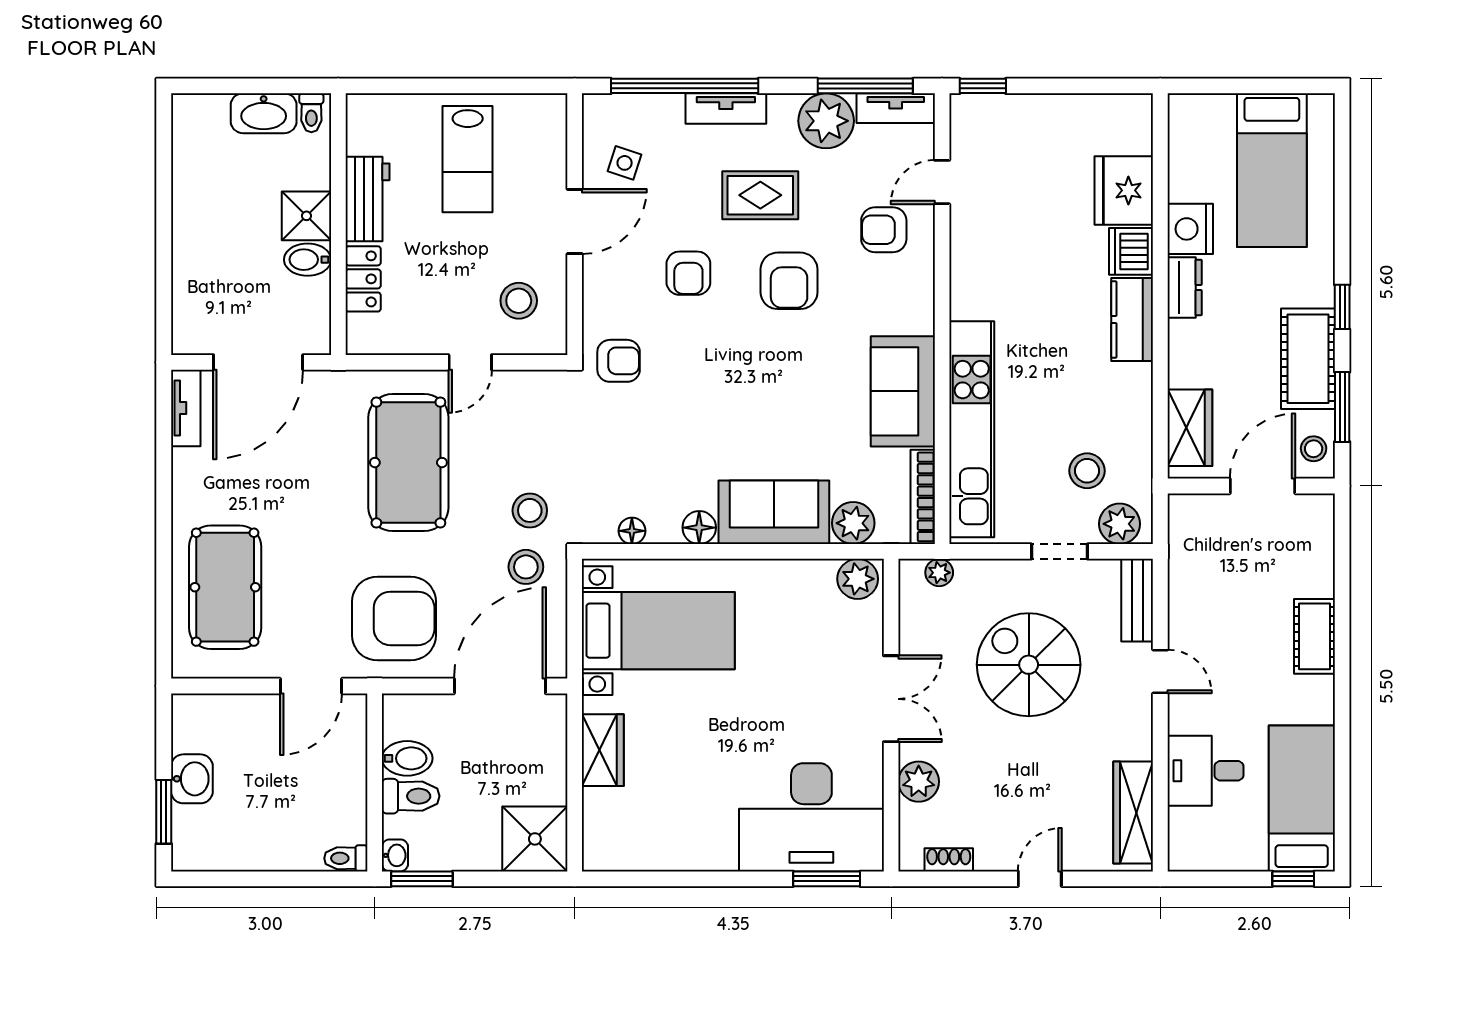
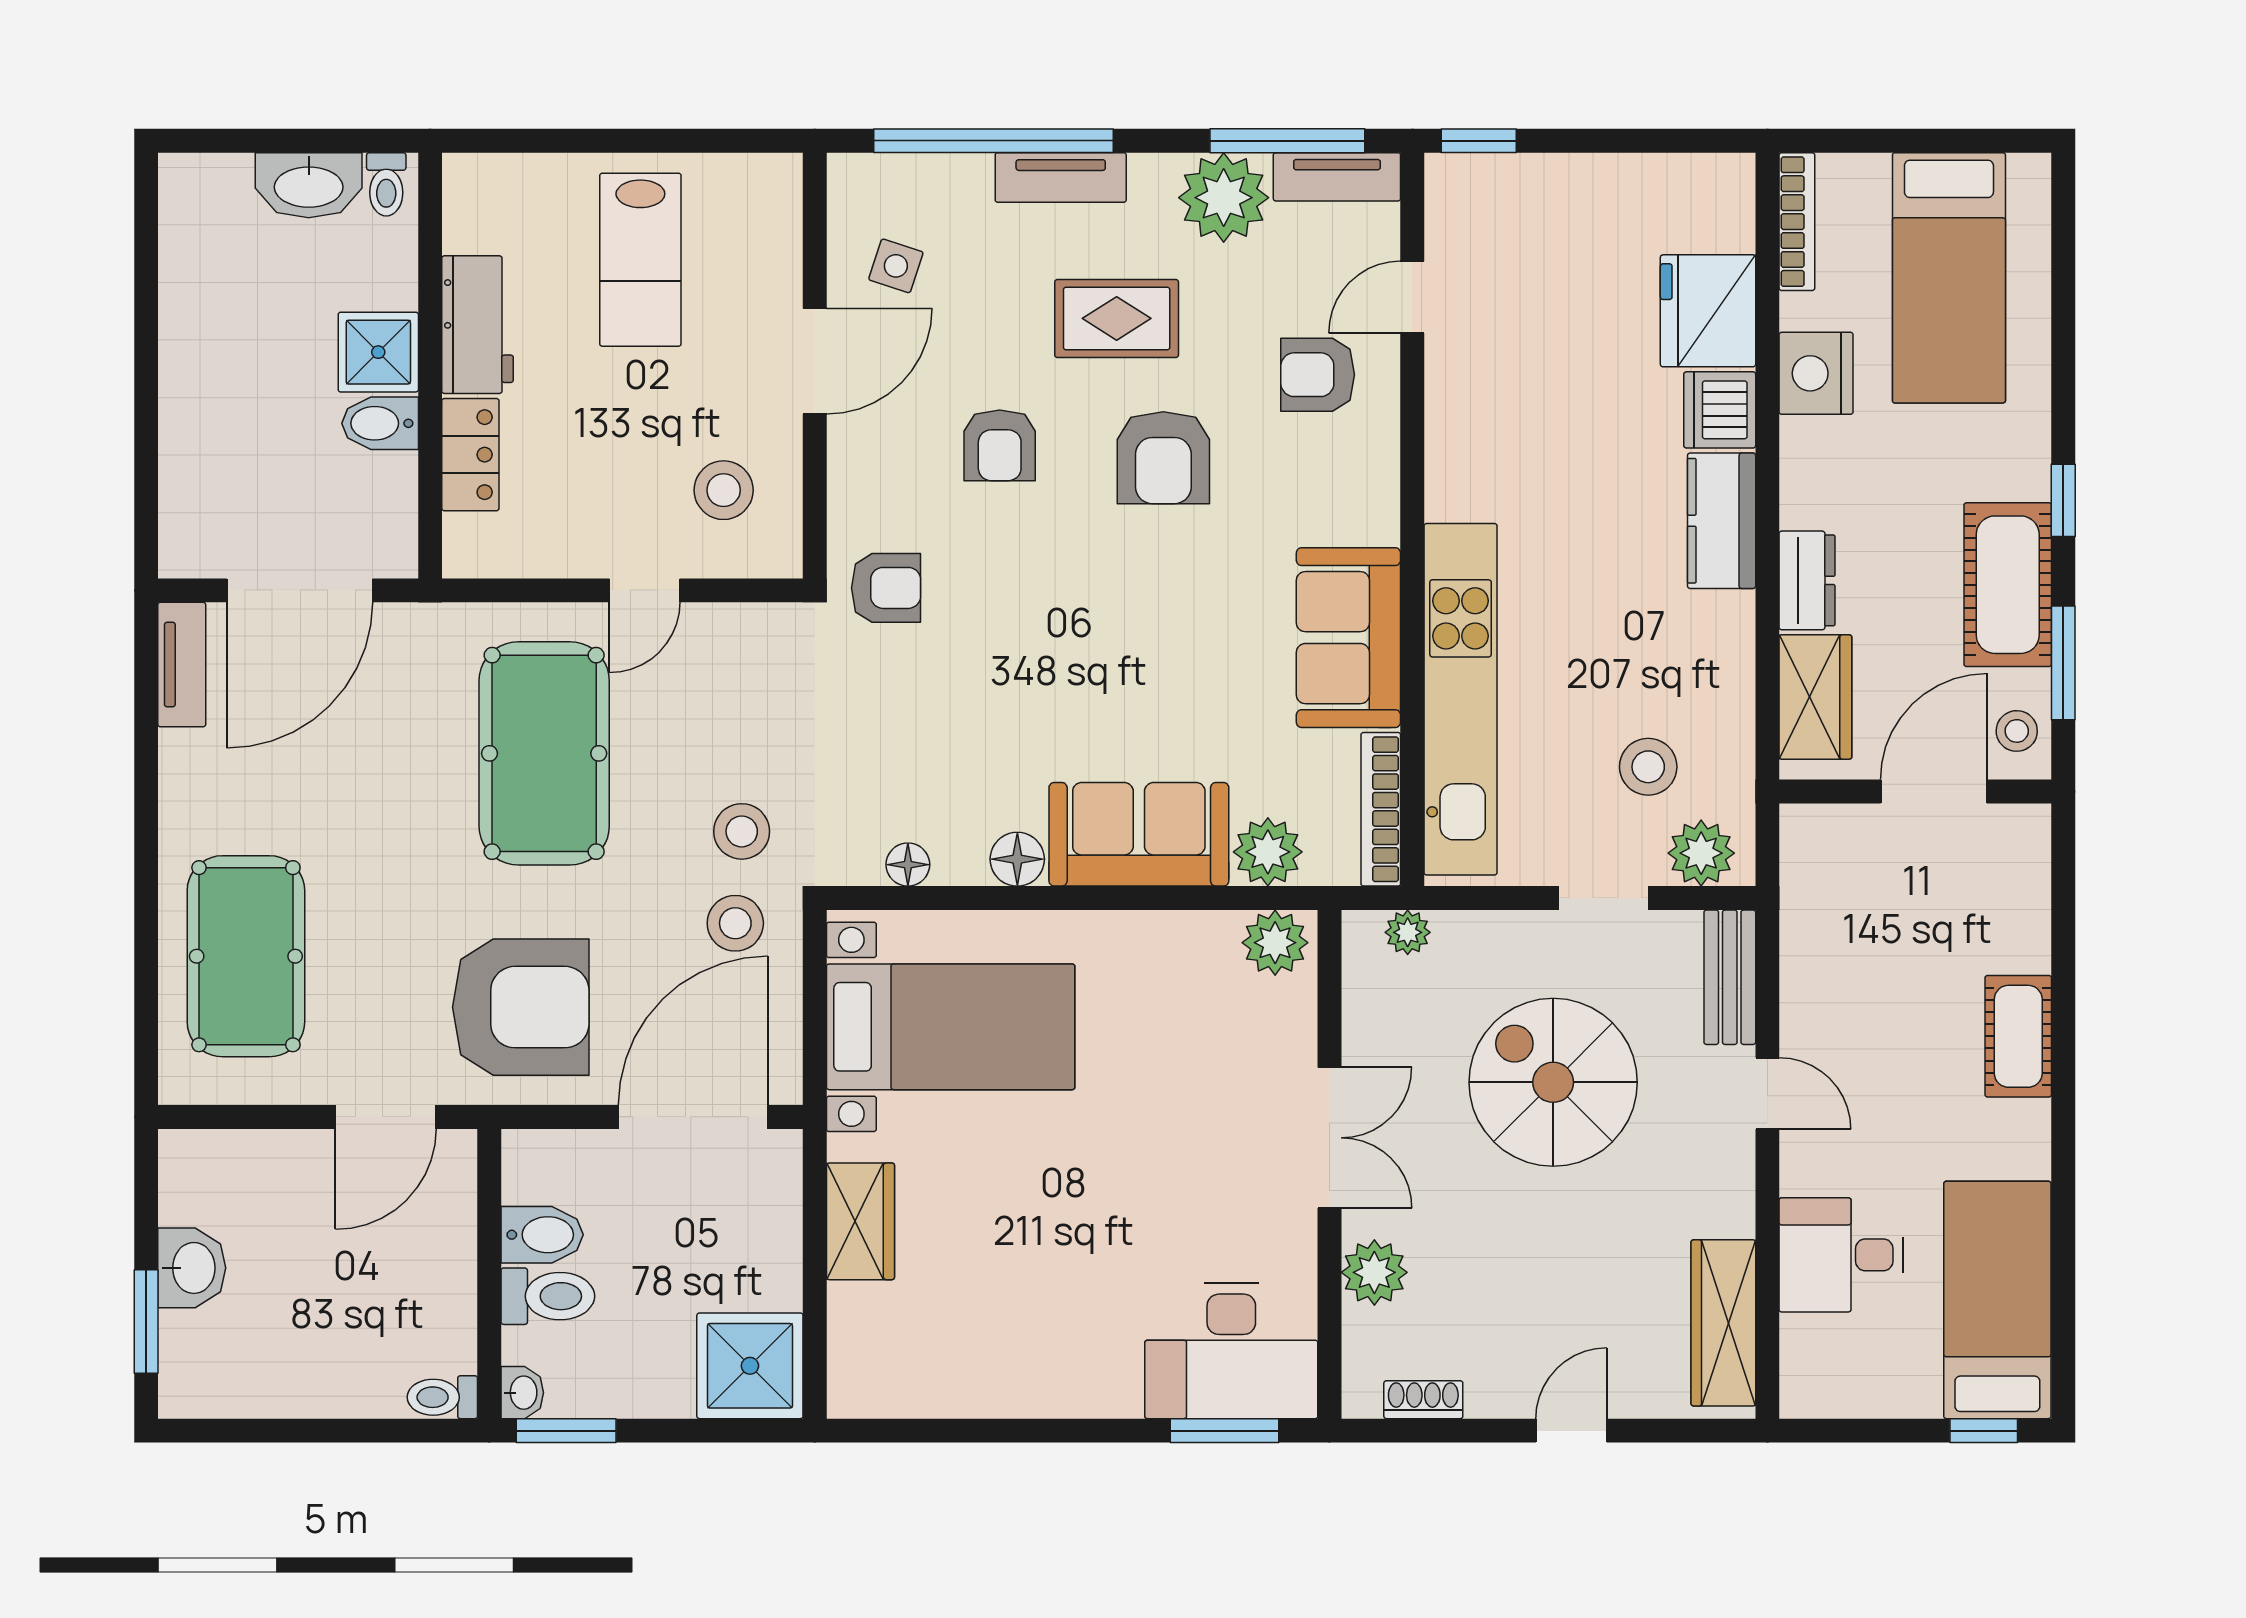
bookcase: (1178, 136) -> (1797, 222), added
dresser: (1185, 287) -> (1807, 580), moved
desk: (811, 817) -> (1231, 1351), width x0.73, depth x0.77

